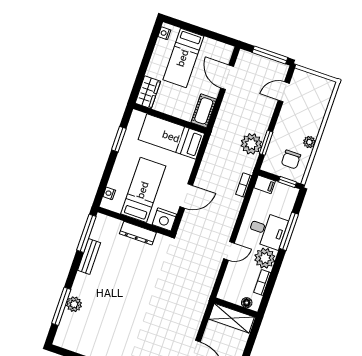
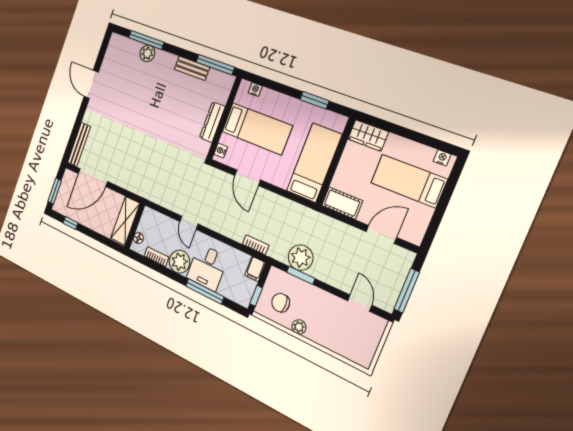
nightstand: (164, 219) -> (221, 151), width x0.53, depth x0.56

